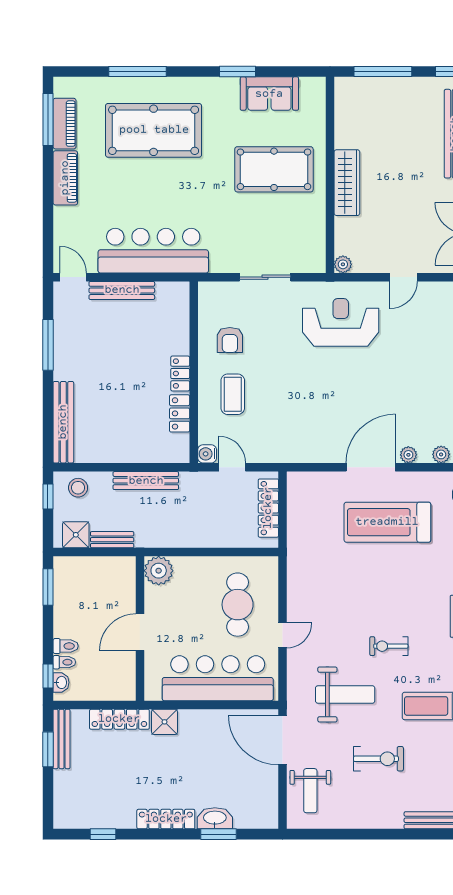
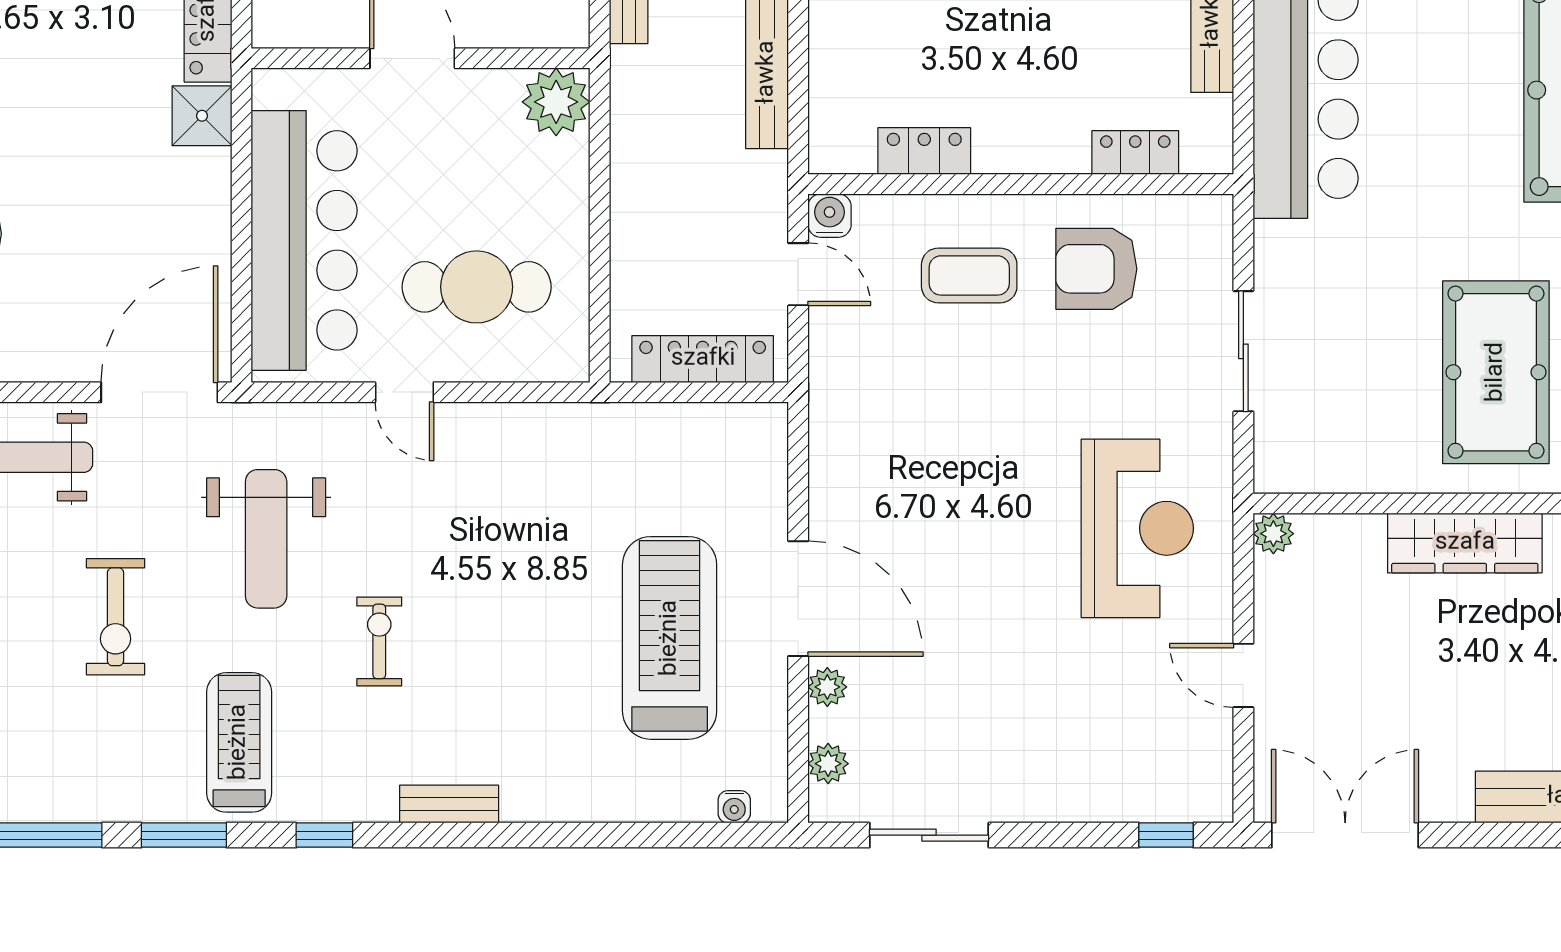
armchair: (230, 340) -> (1096, 269), width x1.38, depth x1.38
locker: (180, 374) -> (1135, 153), moved
door: (232, 467) -> (798, 274), hinge flipped

